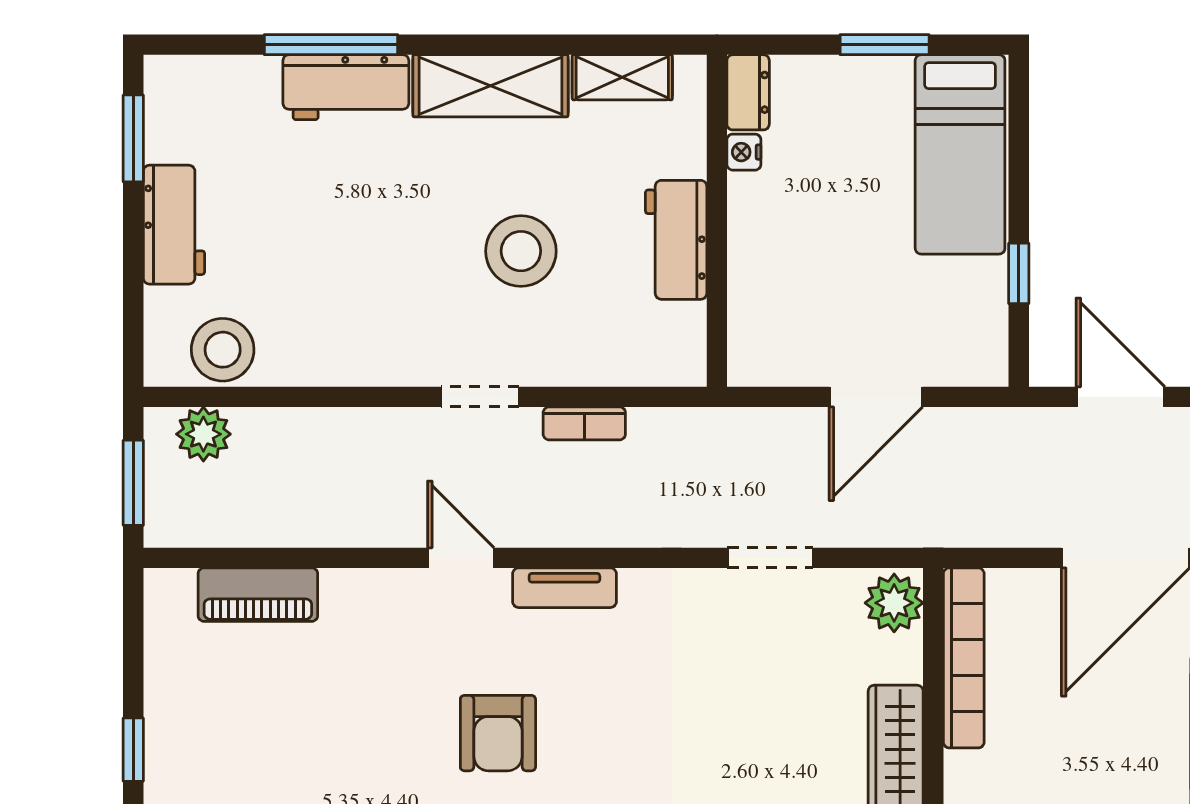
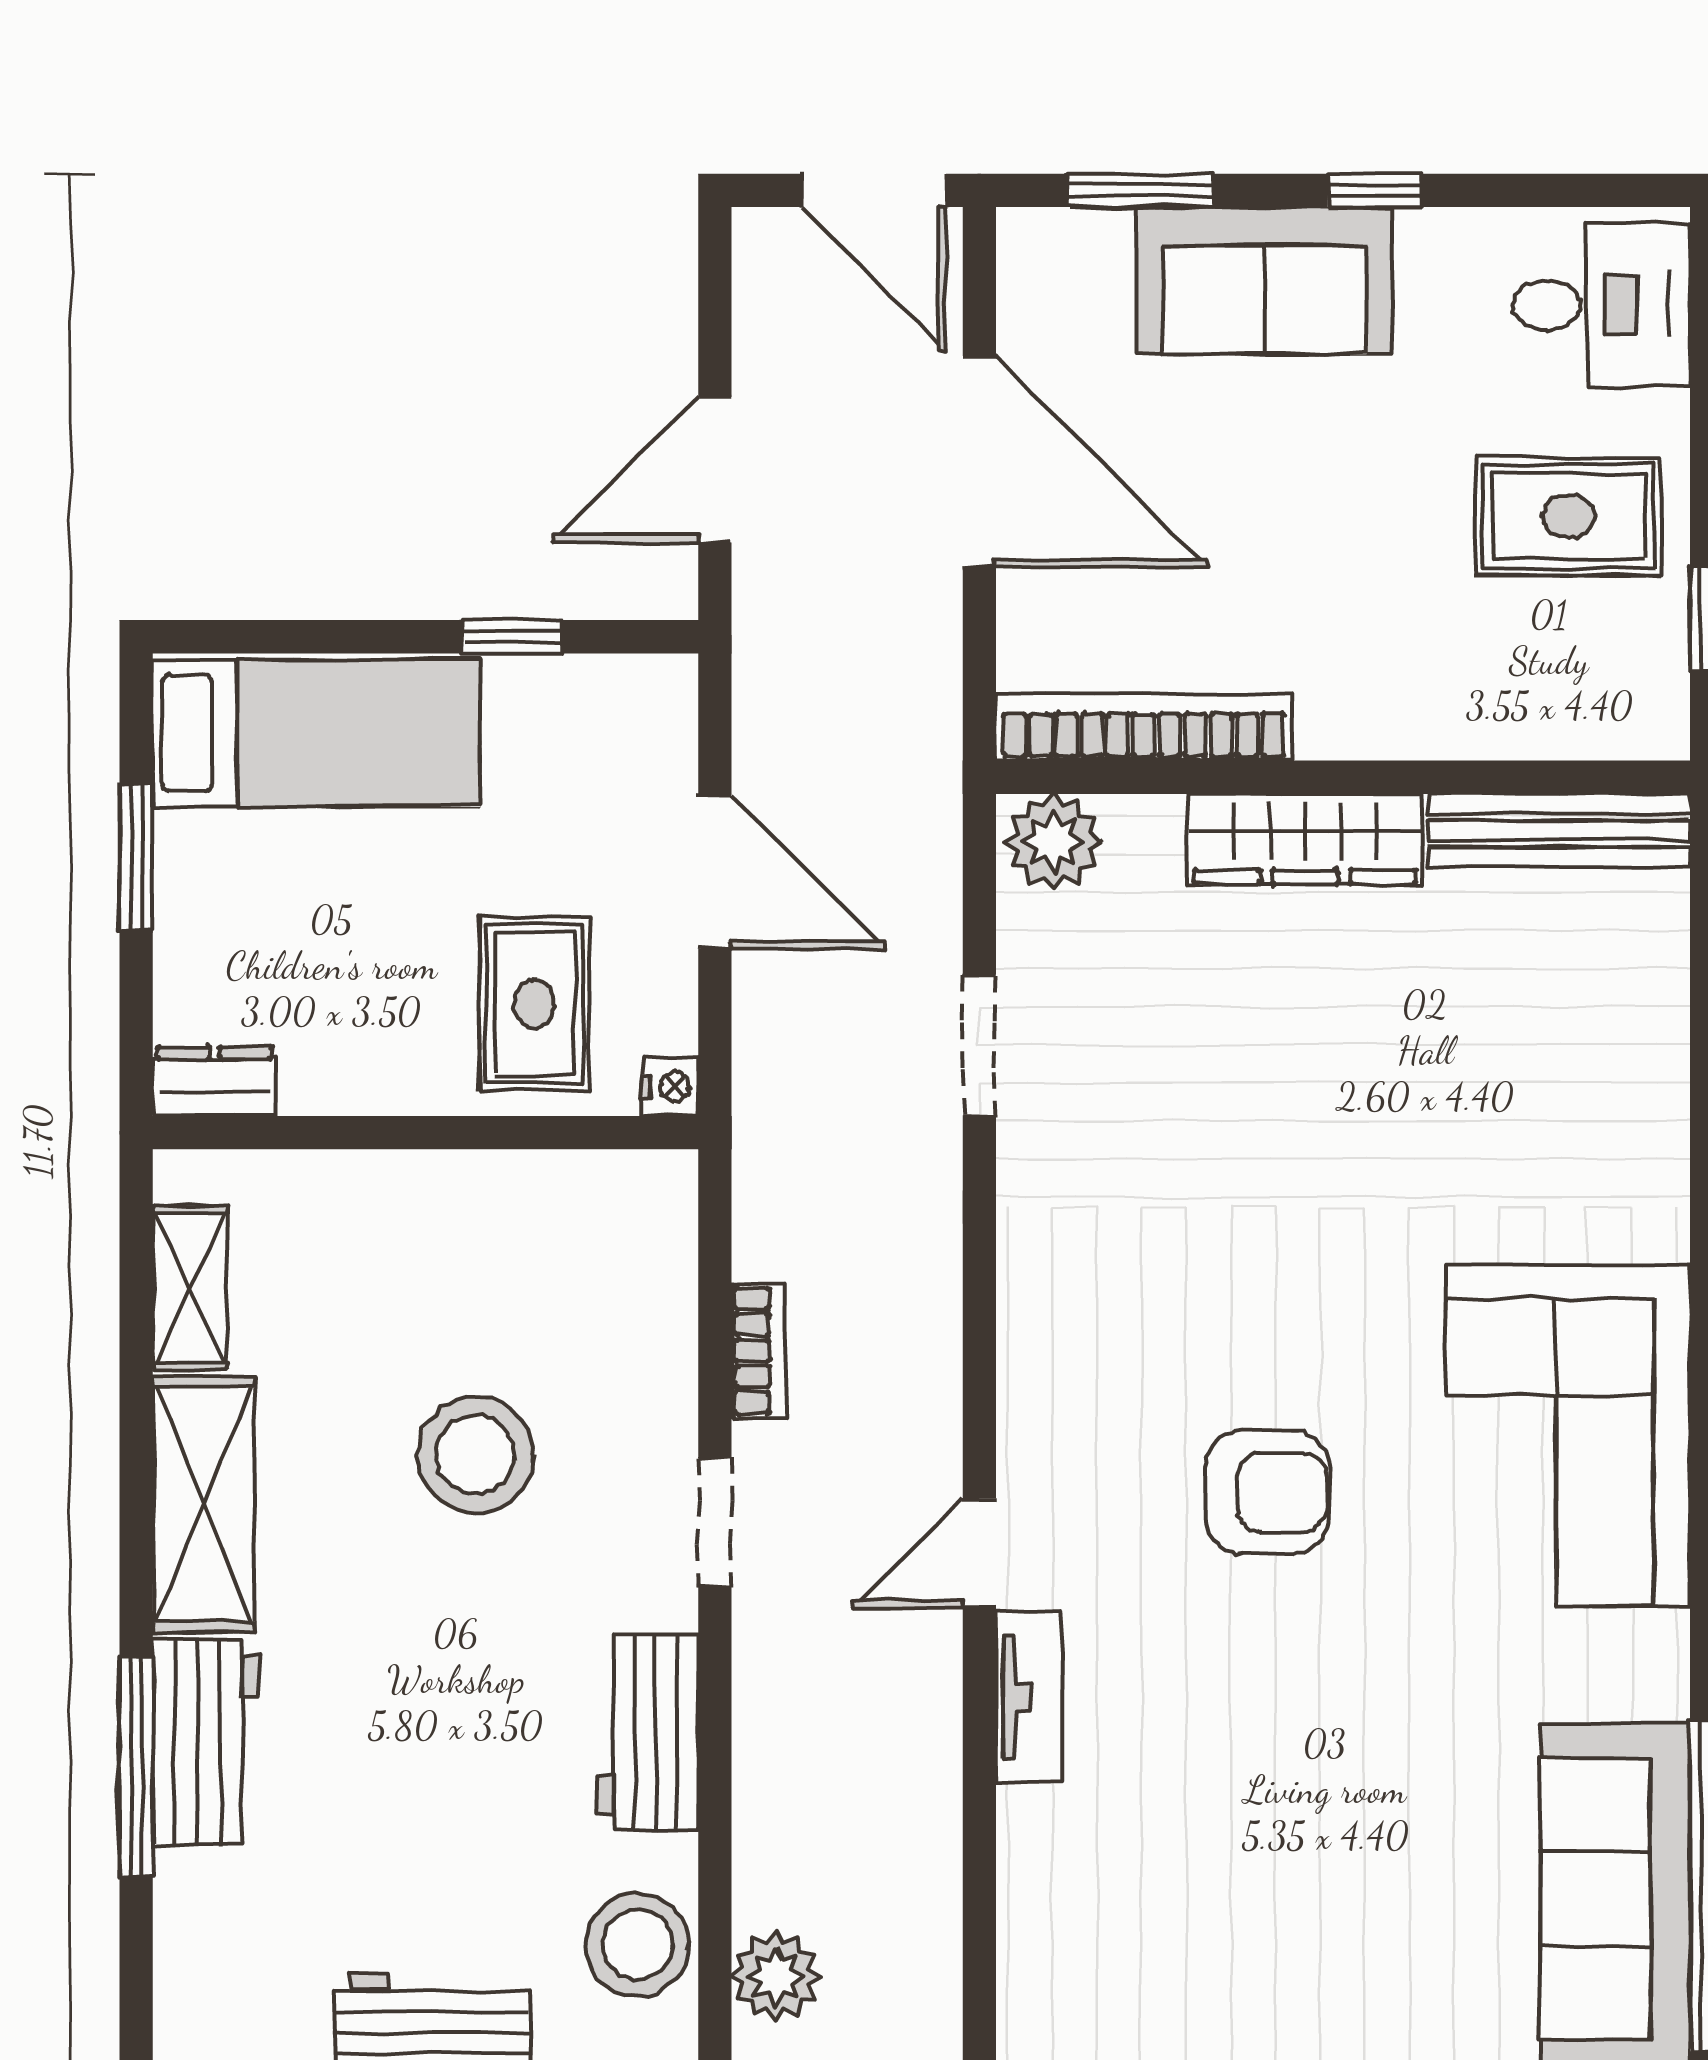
nightstand: (744, 152) -> (670, 1087), moved, turned -90
workbench: (676, 240) -> (648, 1732), moved, turned 90
rug: (795, 287) -> (534, 1004), added
tv unit: (564, 588) -> (1028, 1697), moved
piano: (258, 595) -> (1040, 1887), removed

